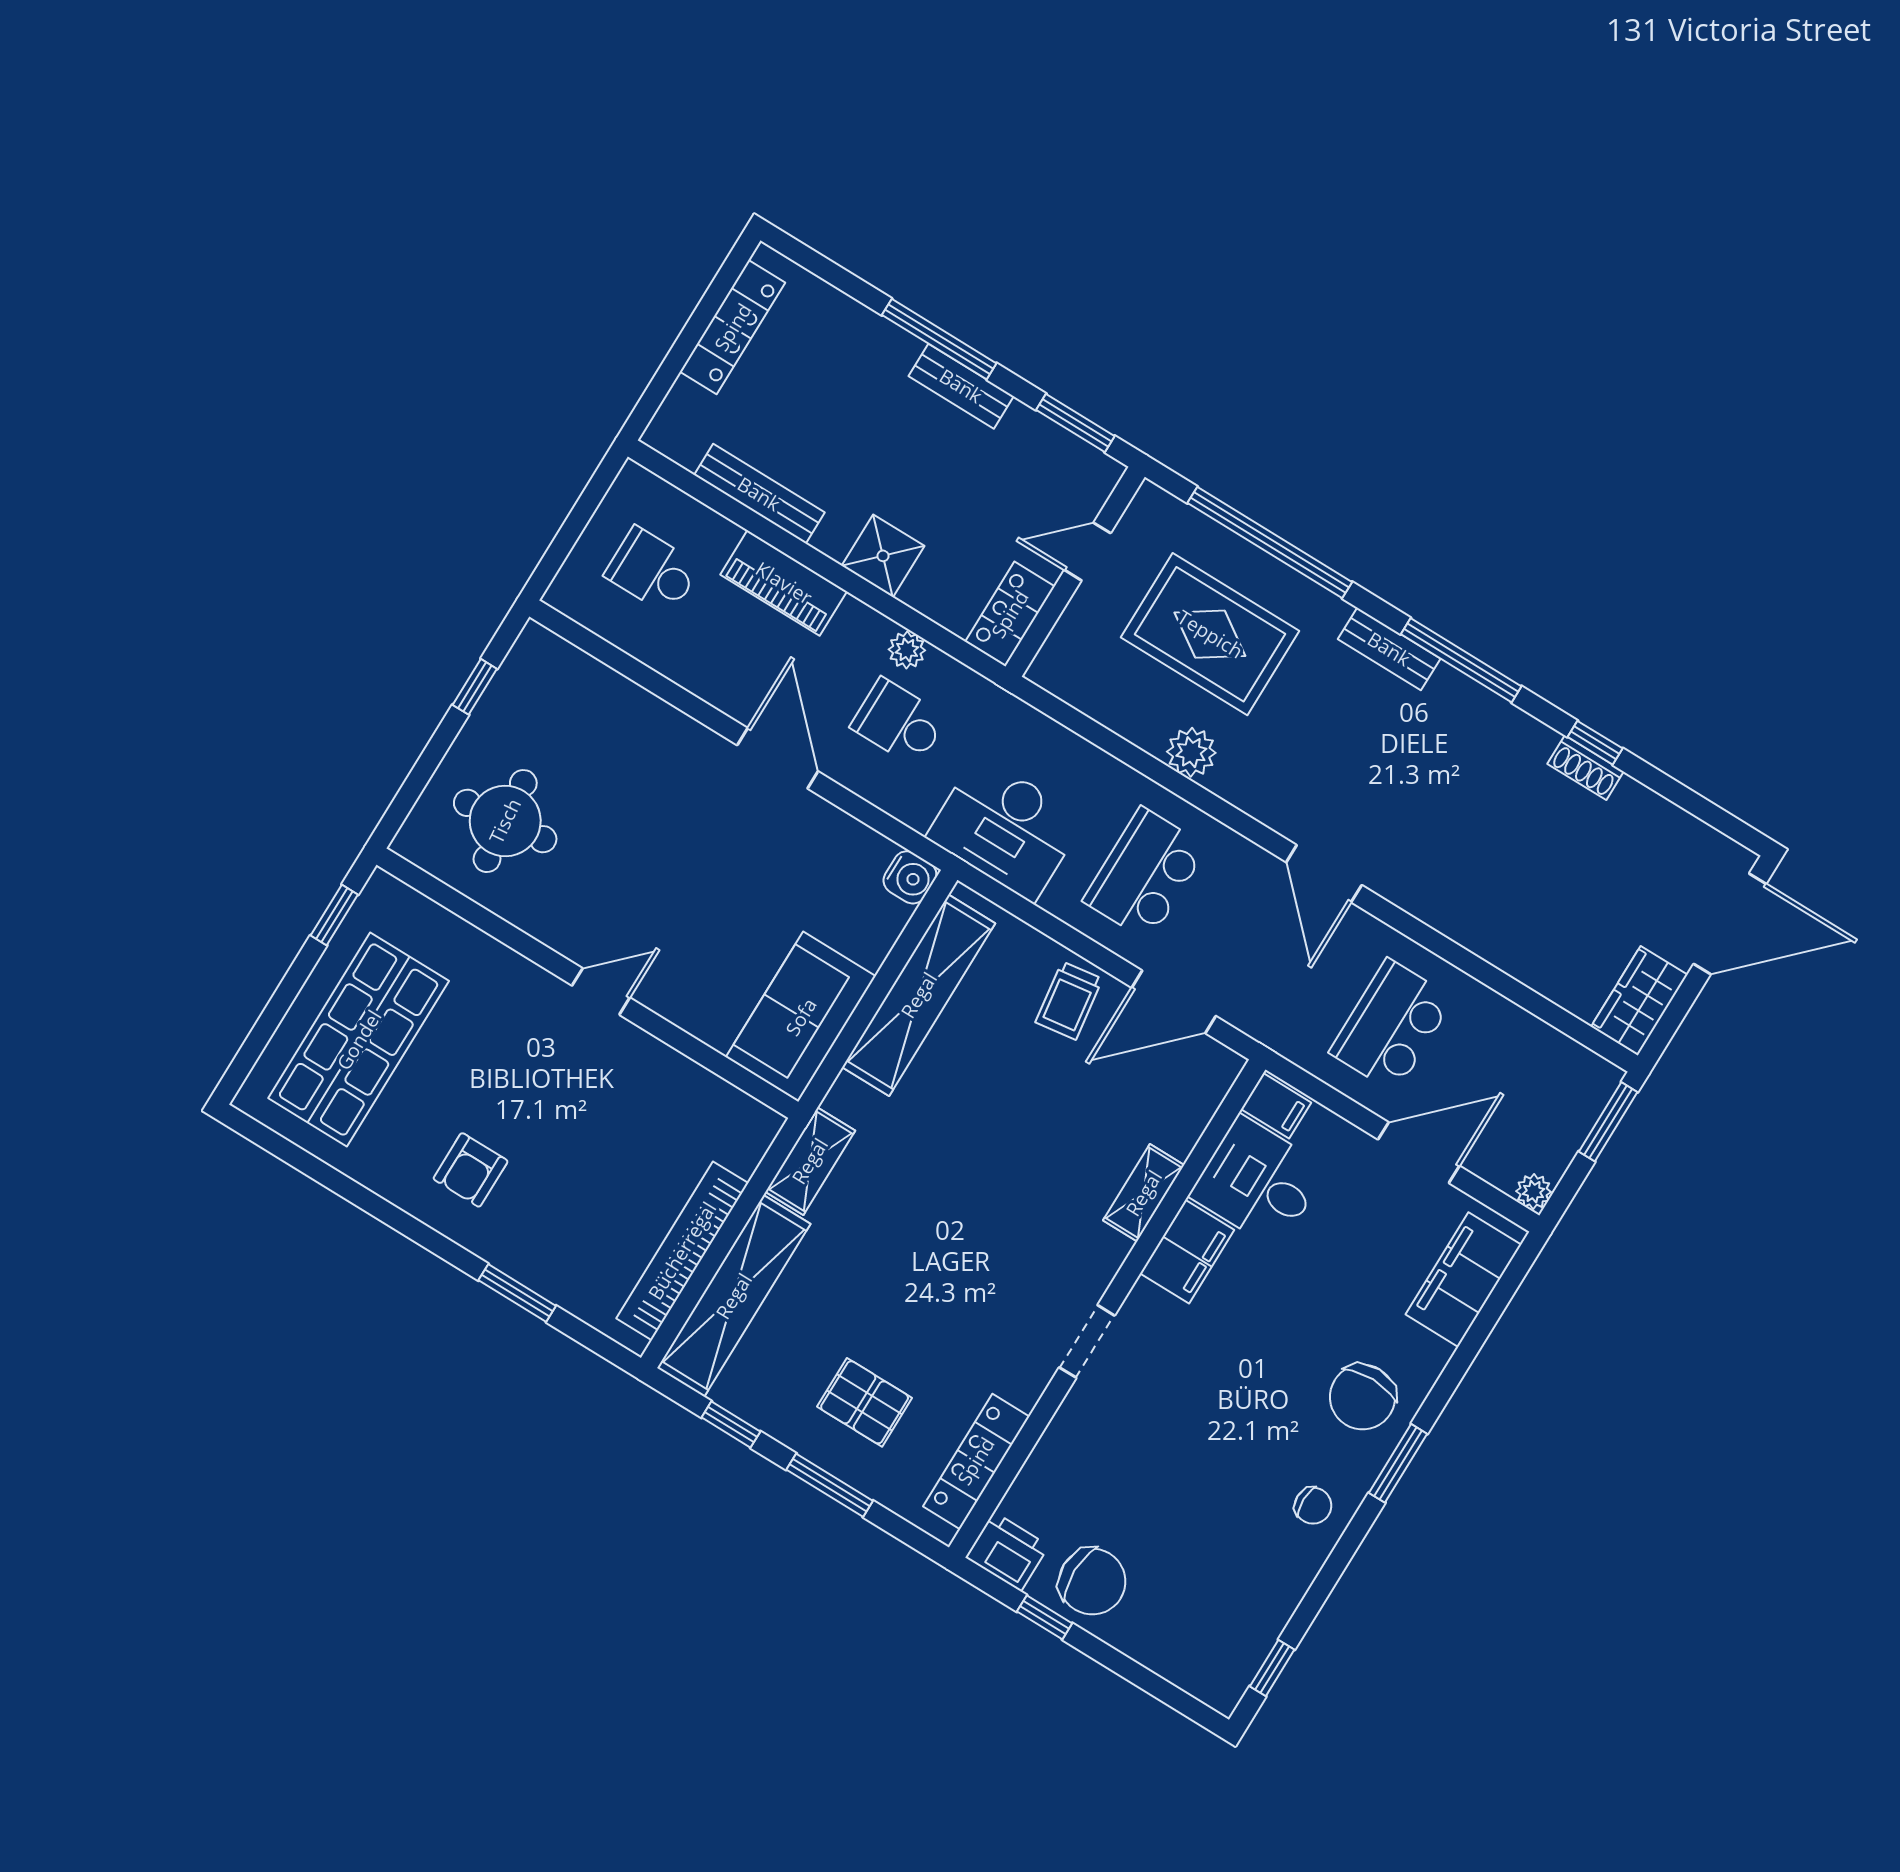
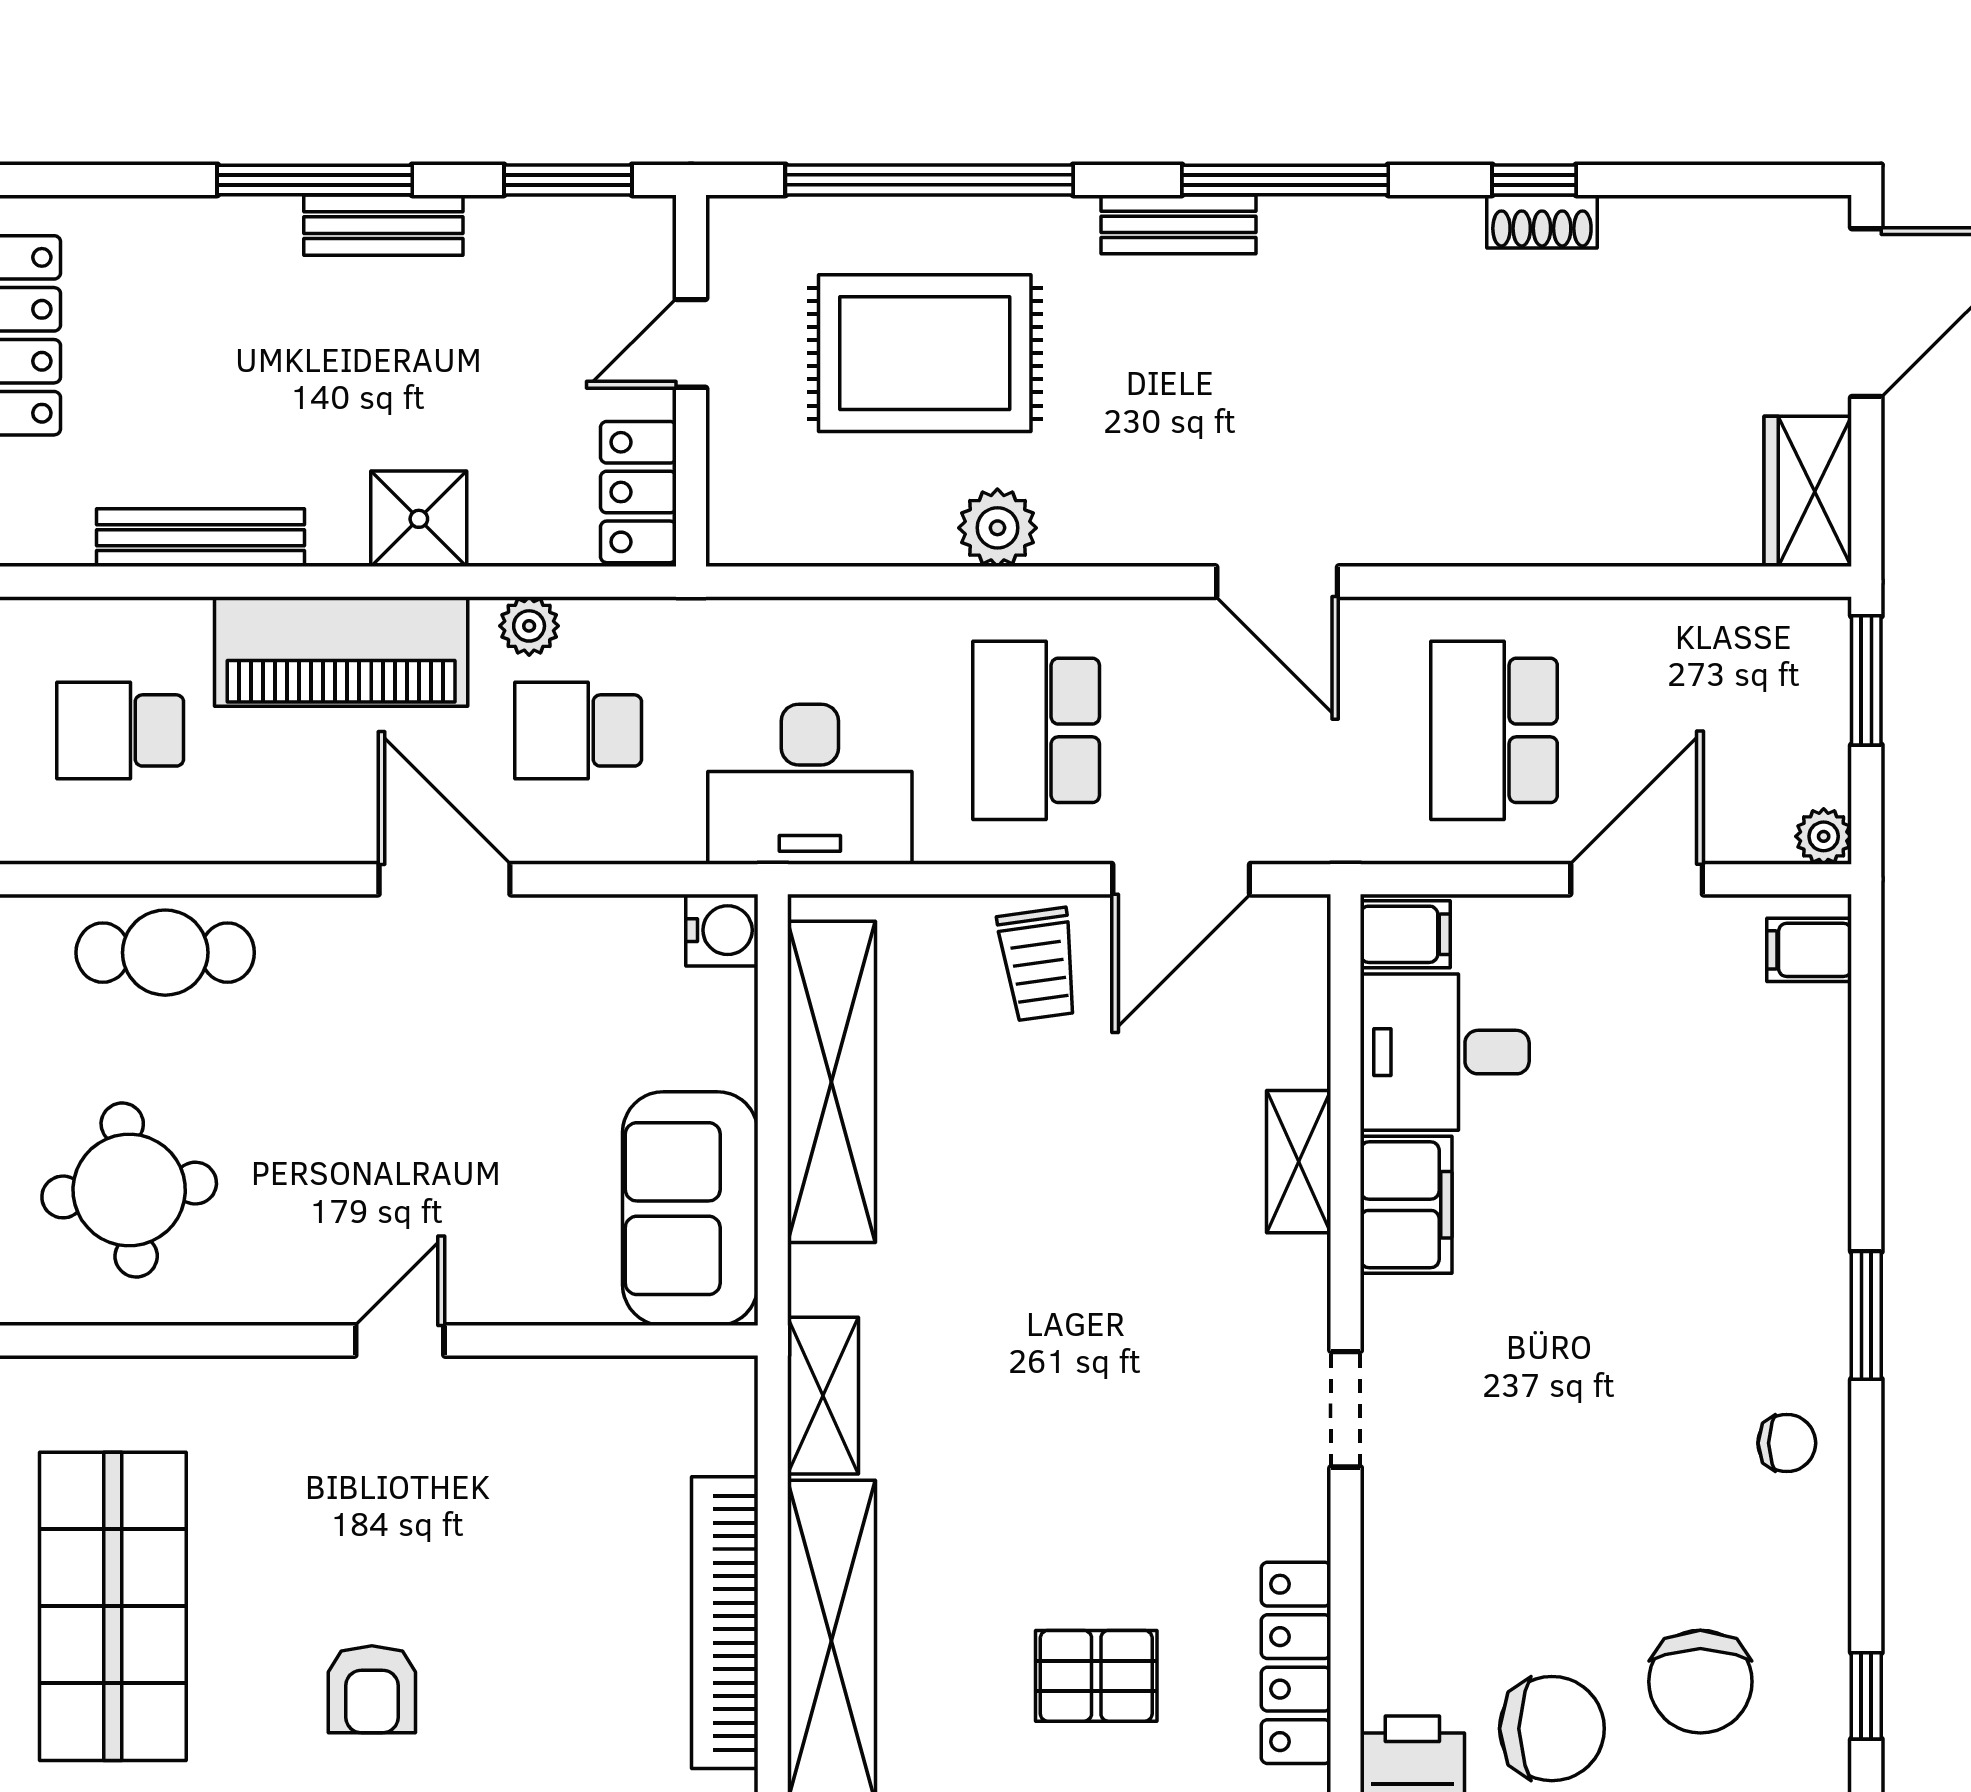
piano: (784, 583) -> (341, 651), width x1.37, depth x1.33
cafe table: (603, 705) -> (165, 953), added
filing cabinet: (1463, 1280) -> (1809, 950), width x0.33, depth x0.86
chair: (1363, 1397) -> (1700, 1682), moved

